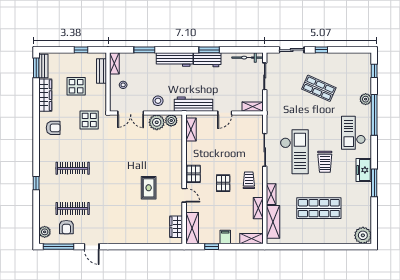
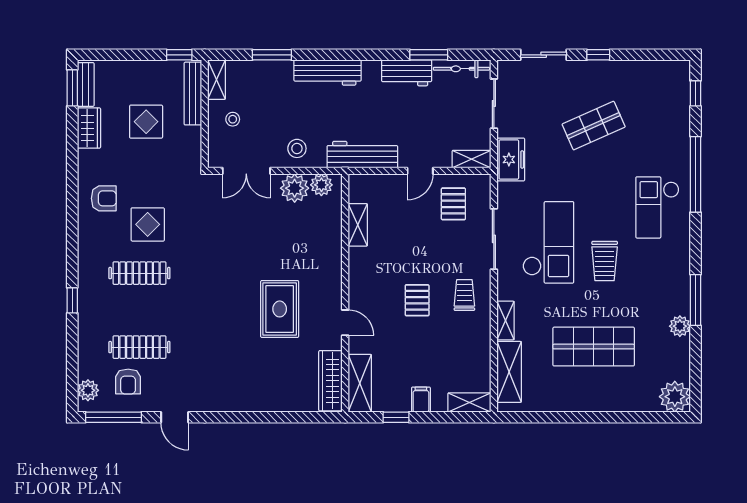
window: (81, 50) -> (179, 55), moved
window: (209, 50) -> (429, 55), moved
workbench: (207, 60) -> (407, 73), moved
bench: (102, 71) -> (193, 94), width x1.36
shop shelf: (319, 88) -> (594, 126), turned -48
wardrobe: (45, 95) -> (89, 128), width x0.67
plant: (366, 99) -> (680, 326), moved
display table: (89, 120) -> (148, 224), moved
shelving: (191, 129) -> (358, 225), moved
freezer: (364, 170) -> (511, 159), moved, turned 180
pallet: (194, 174) -> (453, 204), moved
rug: (149, 188) -> (280, 309), width x1.36, depth x1.43
shelving: (258, 208) -> (482, 346), removed
wardrobe: (176, 227) -> (330, 381), width x1.50

